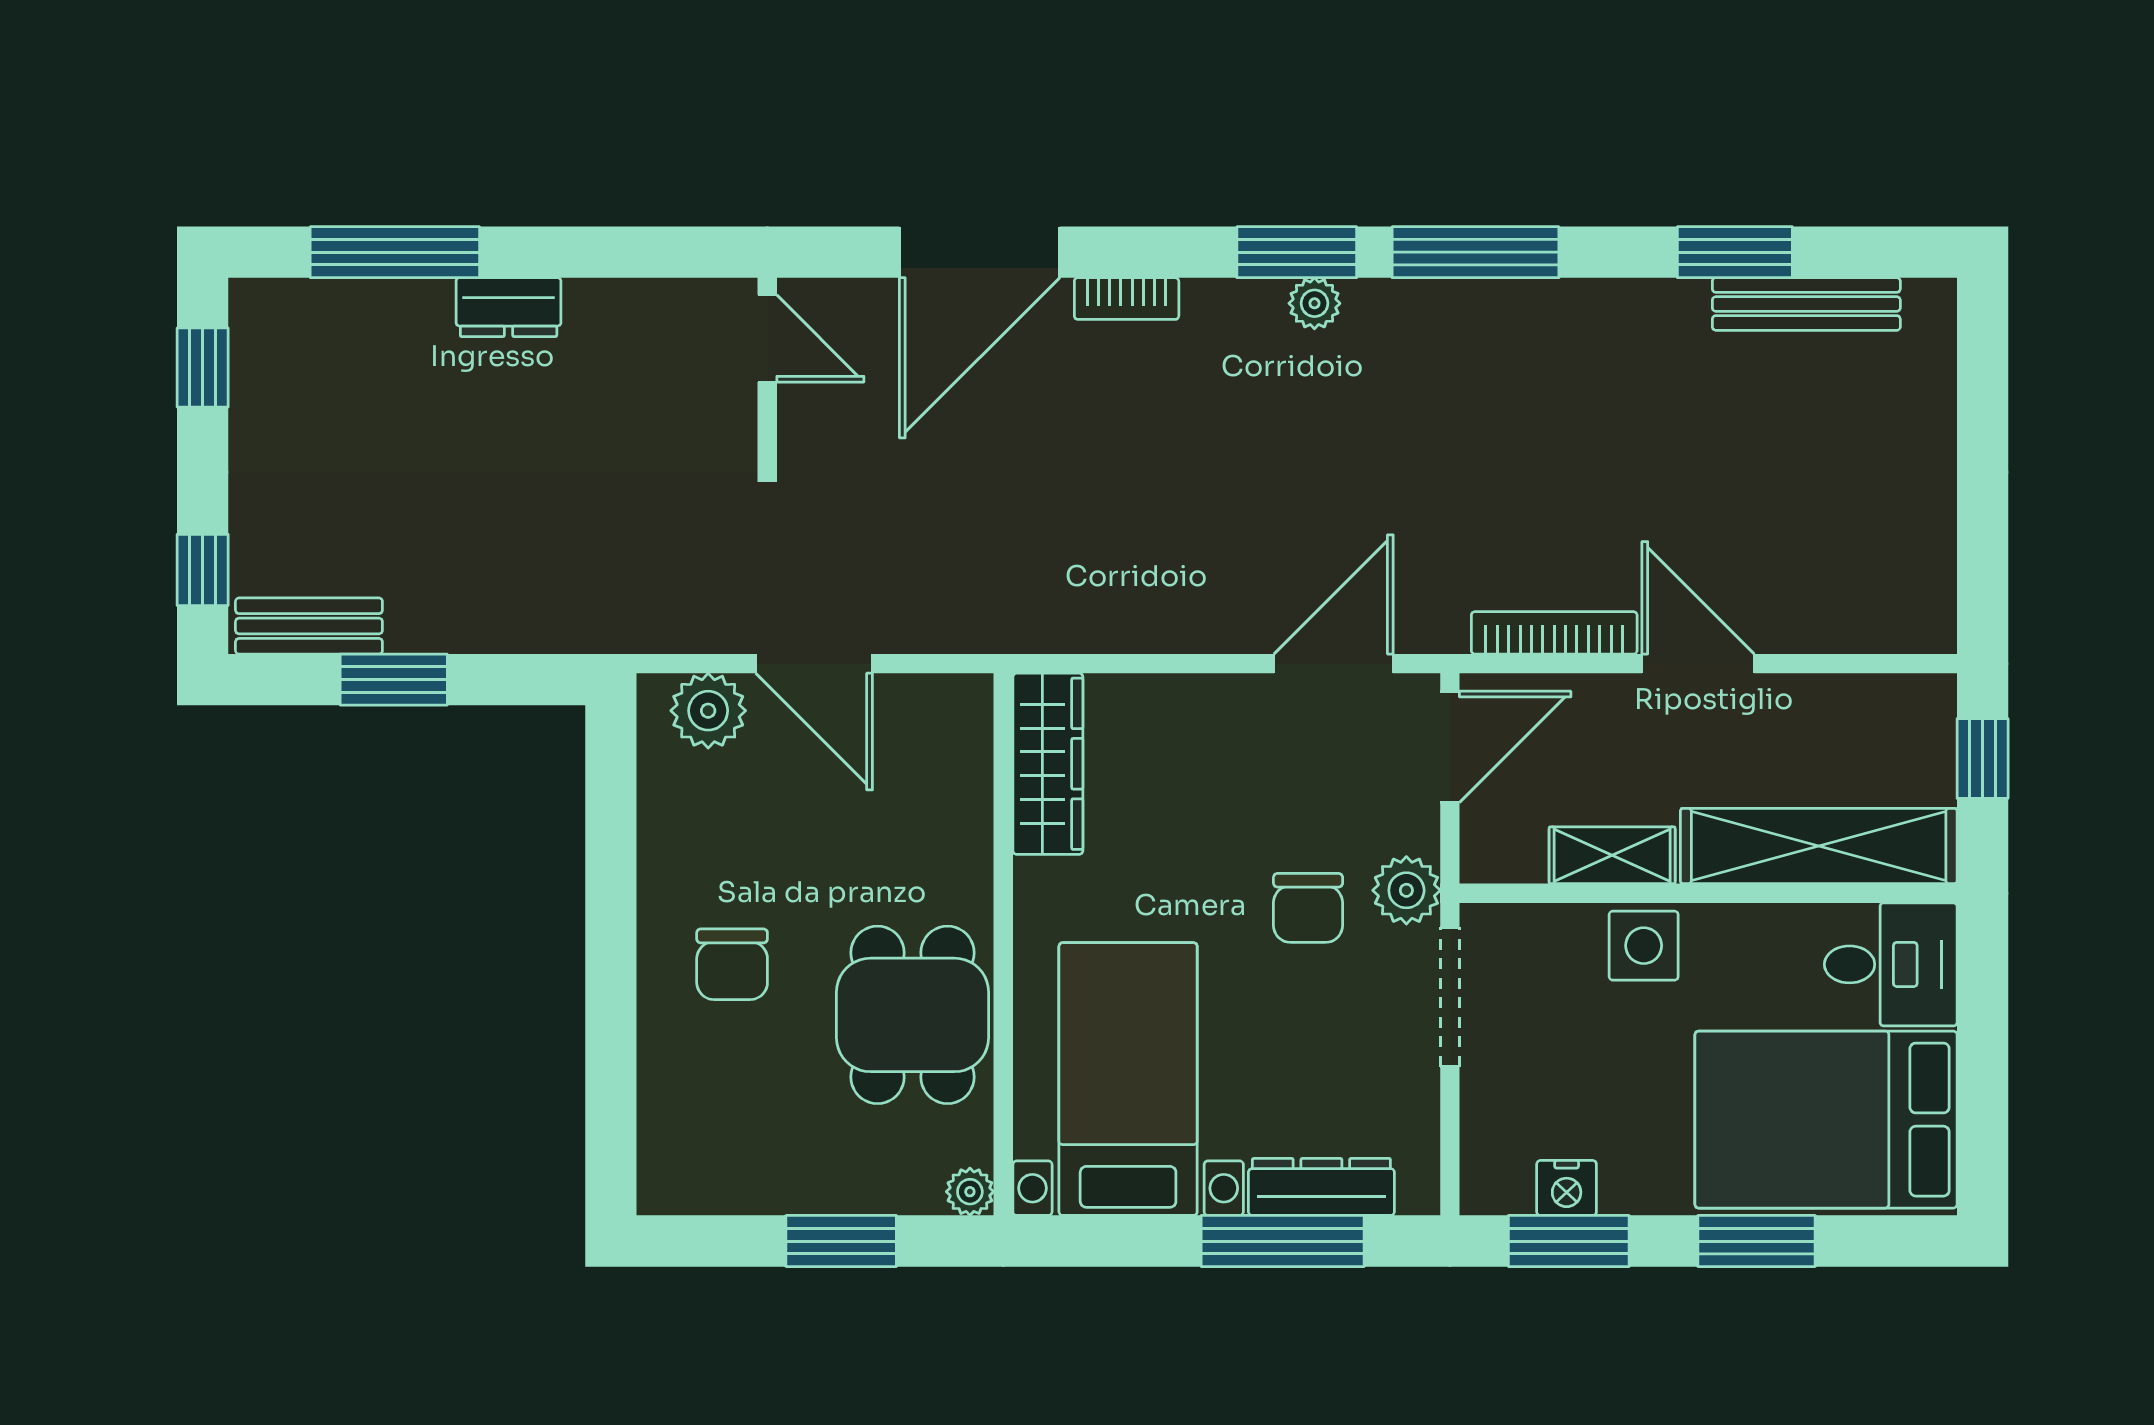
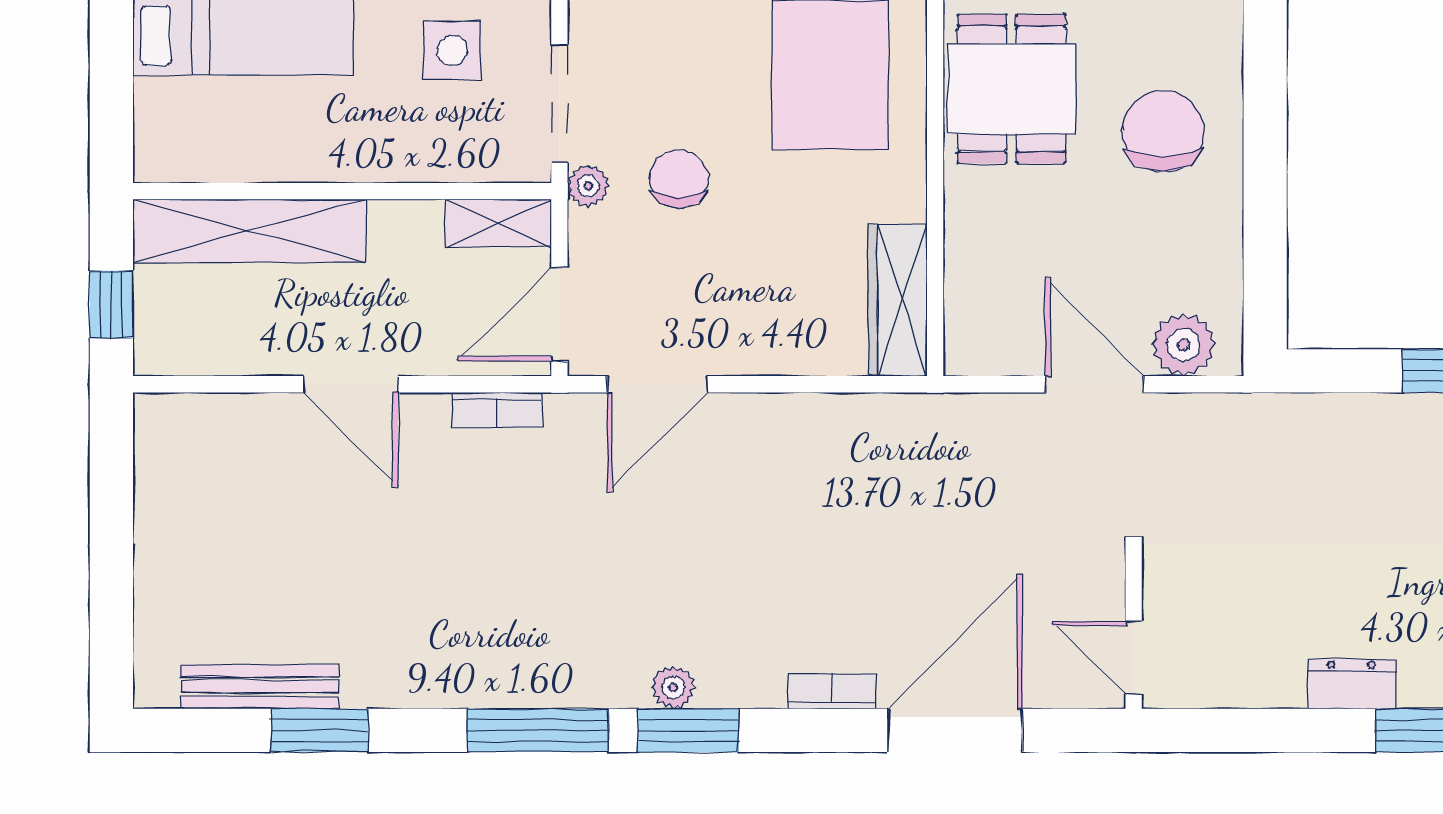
bookcase: (1554, 633) -> (497, 410), width x0.64
shelving: (1612, 855) -> (498, 223), moved
plant: (1406, 890) -> (588, 186), width x0.73, depth x0.73
side table: (1644, 946) -> (452, 50), moved
chair: (732, 964) -> (1163, 131), width x1.37, depth x1.37
desk: (1891, 964) -> (189, 131), removed

